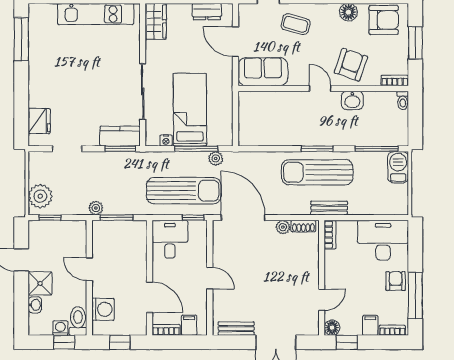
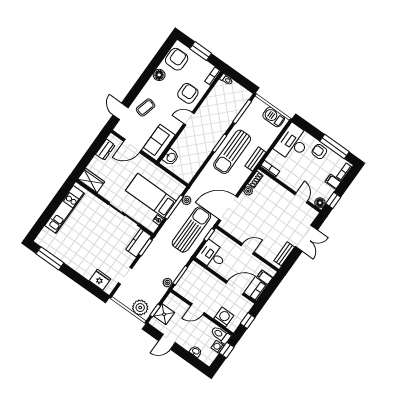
armchair: (351, 65) -> (188, 93), turned 71
washbasin: (352, 100) -> (171, 157), moved
barbecue: (398, 167) -> (274, 117), moved
shower: (40, 283) -> (164, 314), moved

